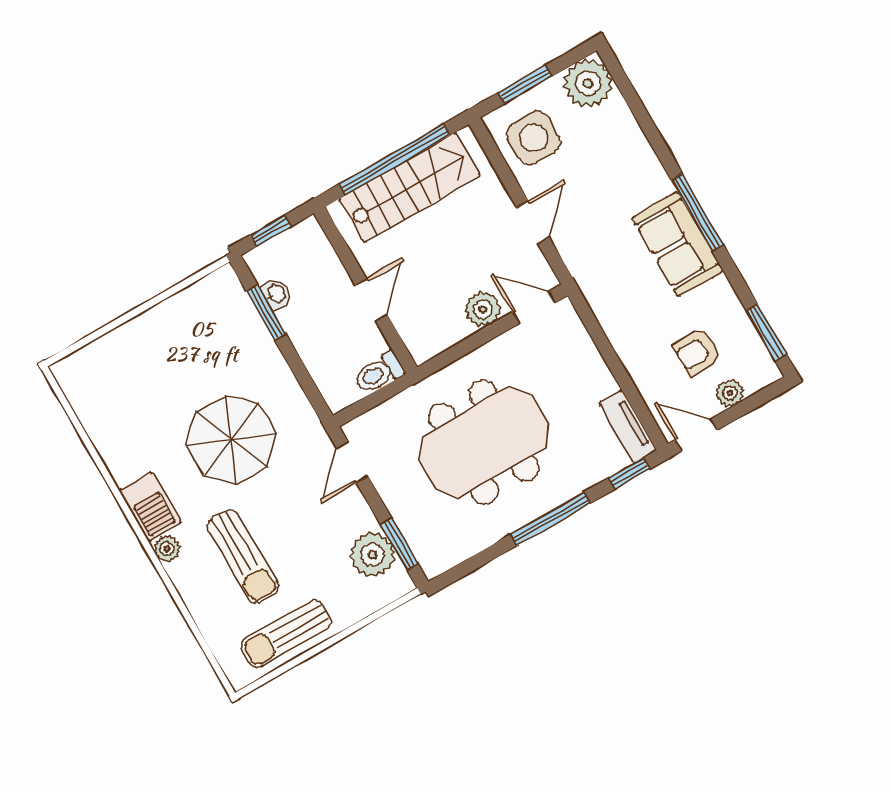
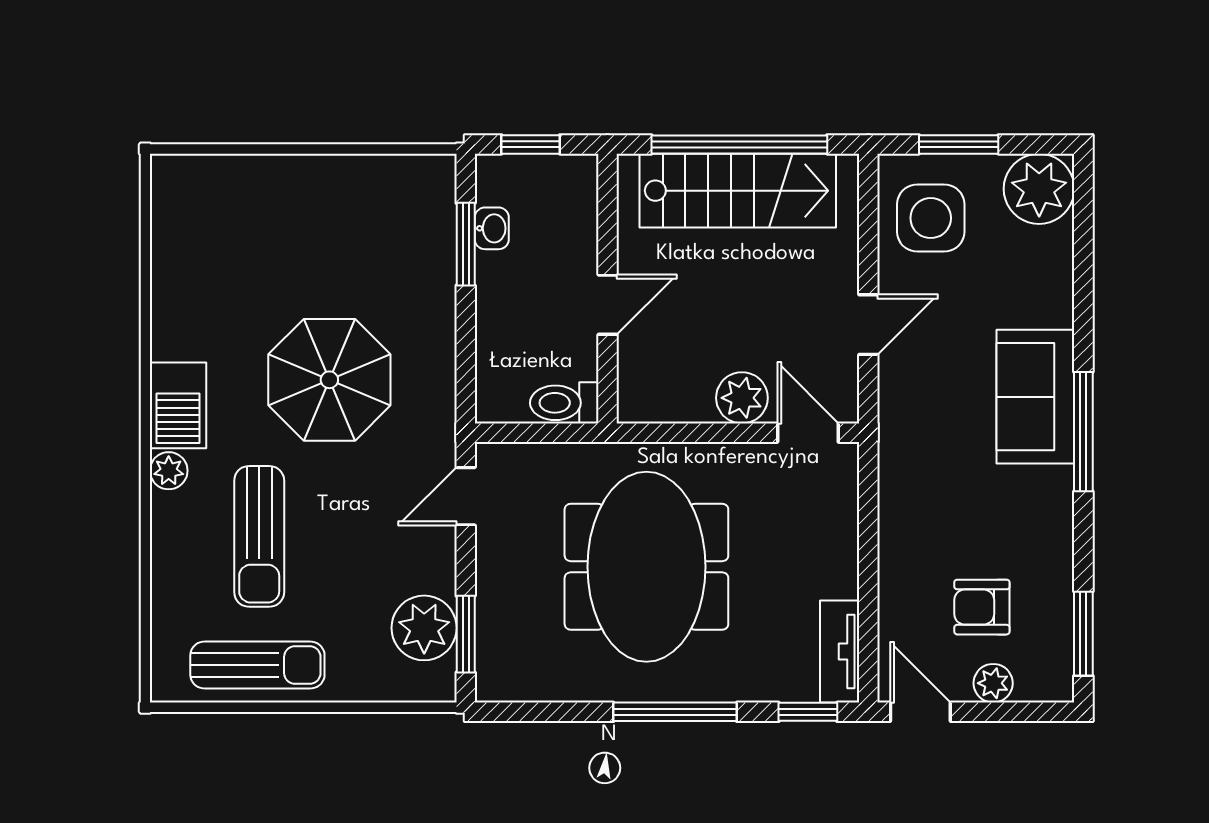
sofa: (678, 244) -> (1035, 397), moved
meeting table: (484, 442) -> (646, 567), turned 90
sun lounger: (286, 634) -> (257, 665), turned 180

